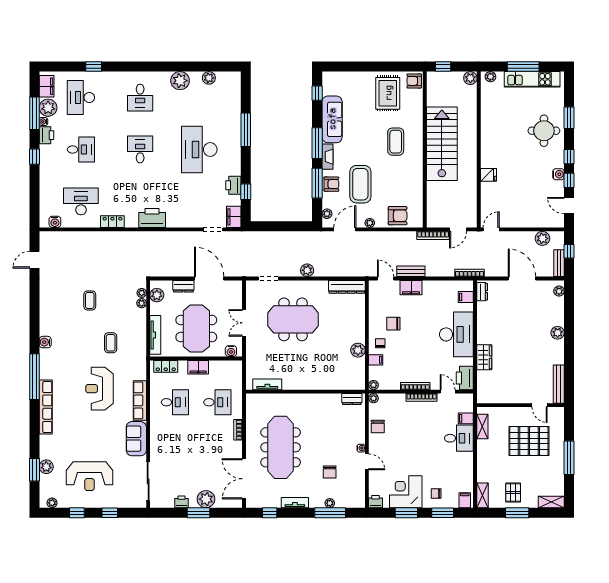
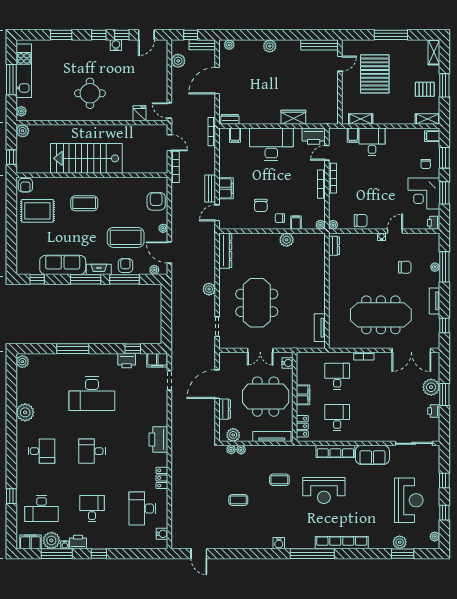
plant: (209, 78) -> (22, 362), moved
round table: (544, 131) -> (90, 93), moved
fridge: (488, 175) -> (140, 113), moved

